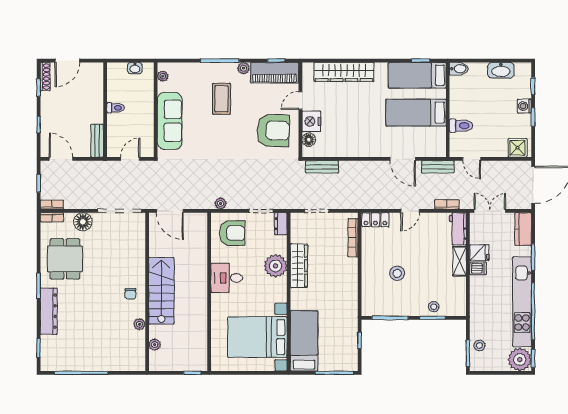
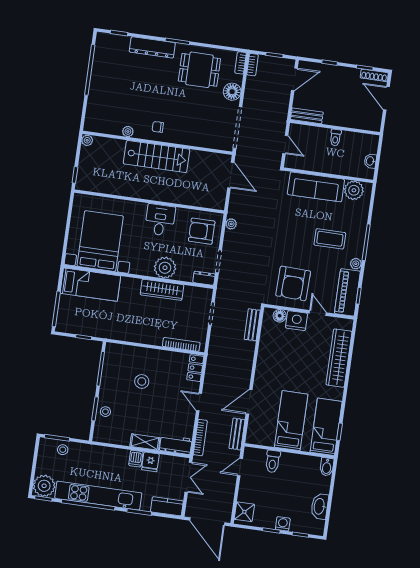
plant: (163, 76) -> (354, 190), width x1.87, depth x1.87
bookcase: (447, 204) -> (200, 438), width x1.56
door: (170, 211) -> (231, 175), swing flipped
armchair: (232, 233) -> (202, 231), turned 90
plant: (155, 345) -> (87, 140), moved

